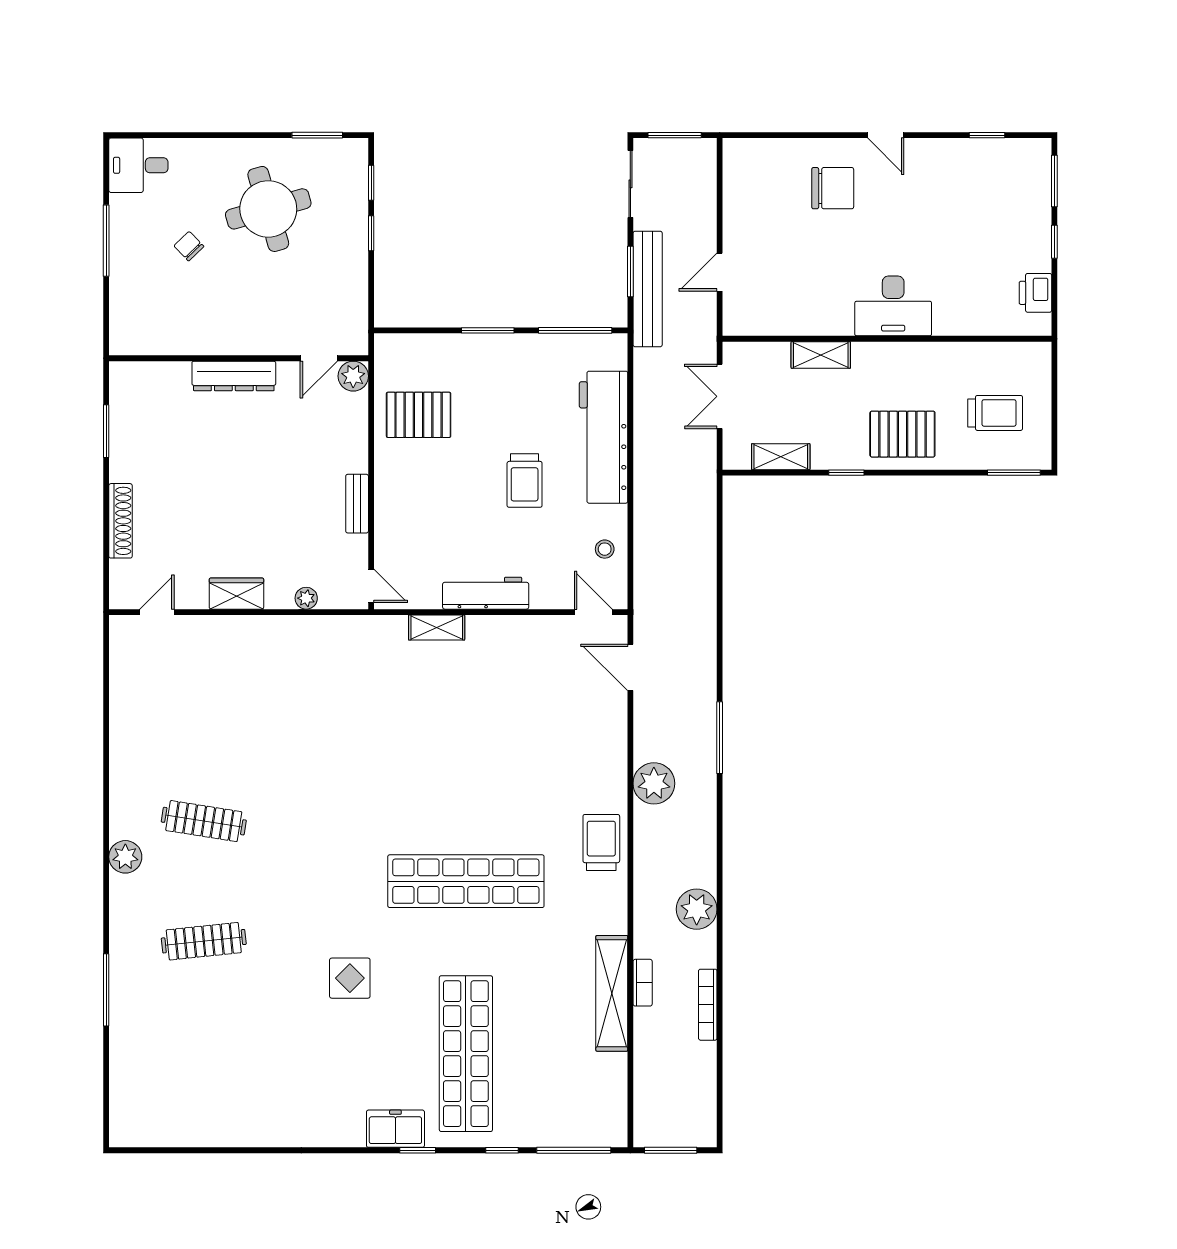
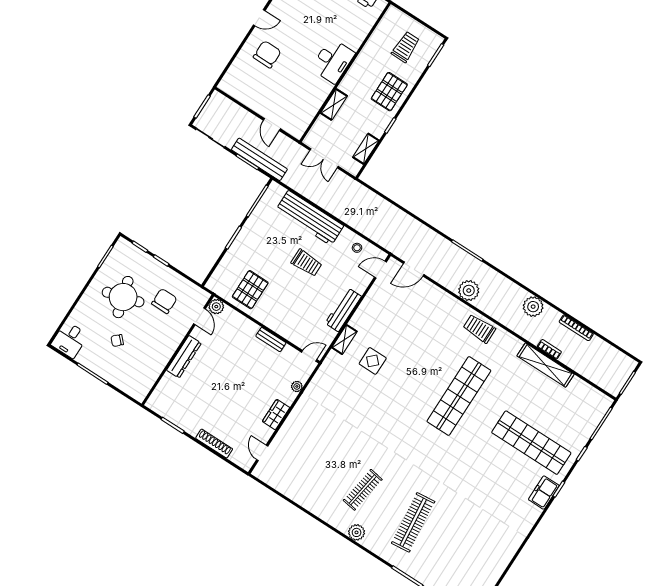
chair: (306, 283) -> (164, 301), added
clothes rail: (204, 941) -> (413, 522), width x1.37, depth x1.31
display table: (350, 978) -> (373, 361), moved

